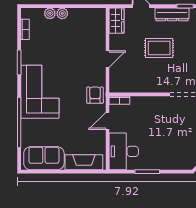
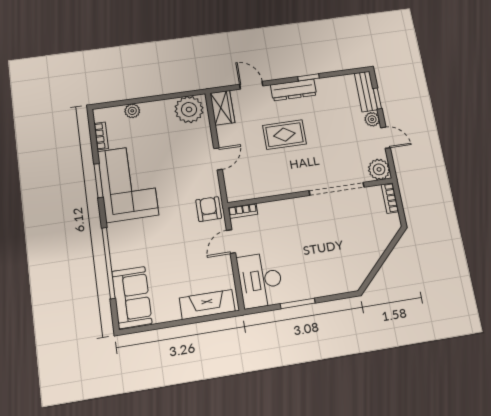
plant: (62, 13) -> (189, 109), moved, width x1.87, depth x1.87
corner sofa: (40, 92) -> (128, 183), moved
sofa: (44, 158) -> (132, 297), moved, turned 90

